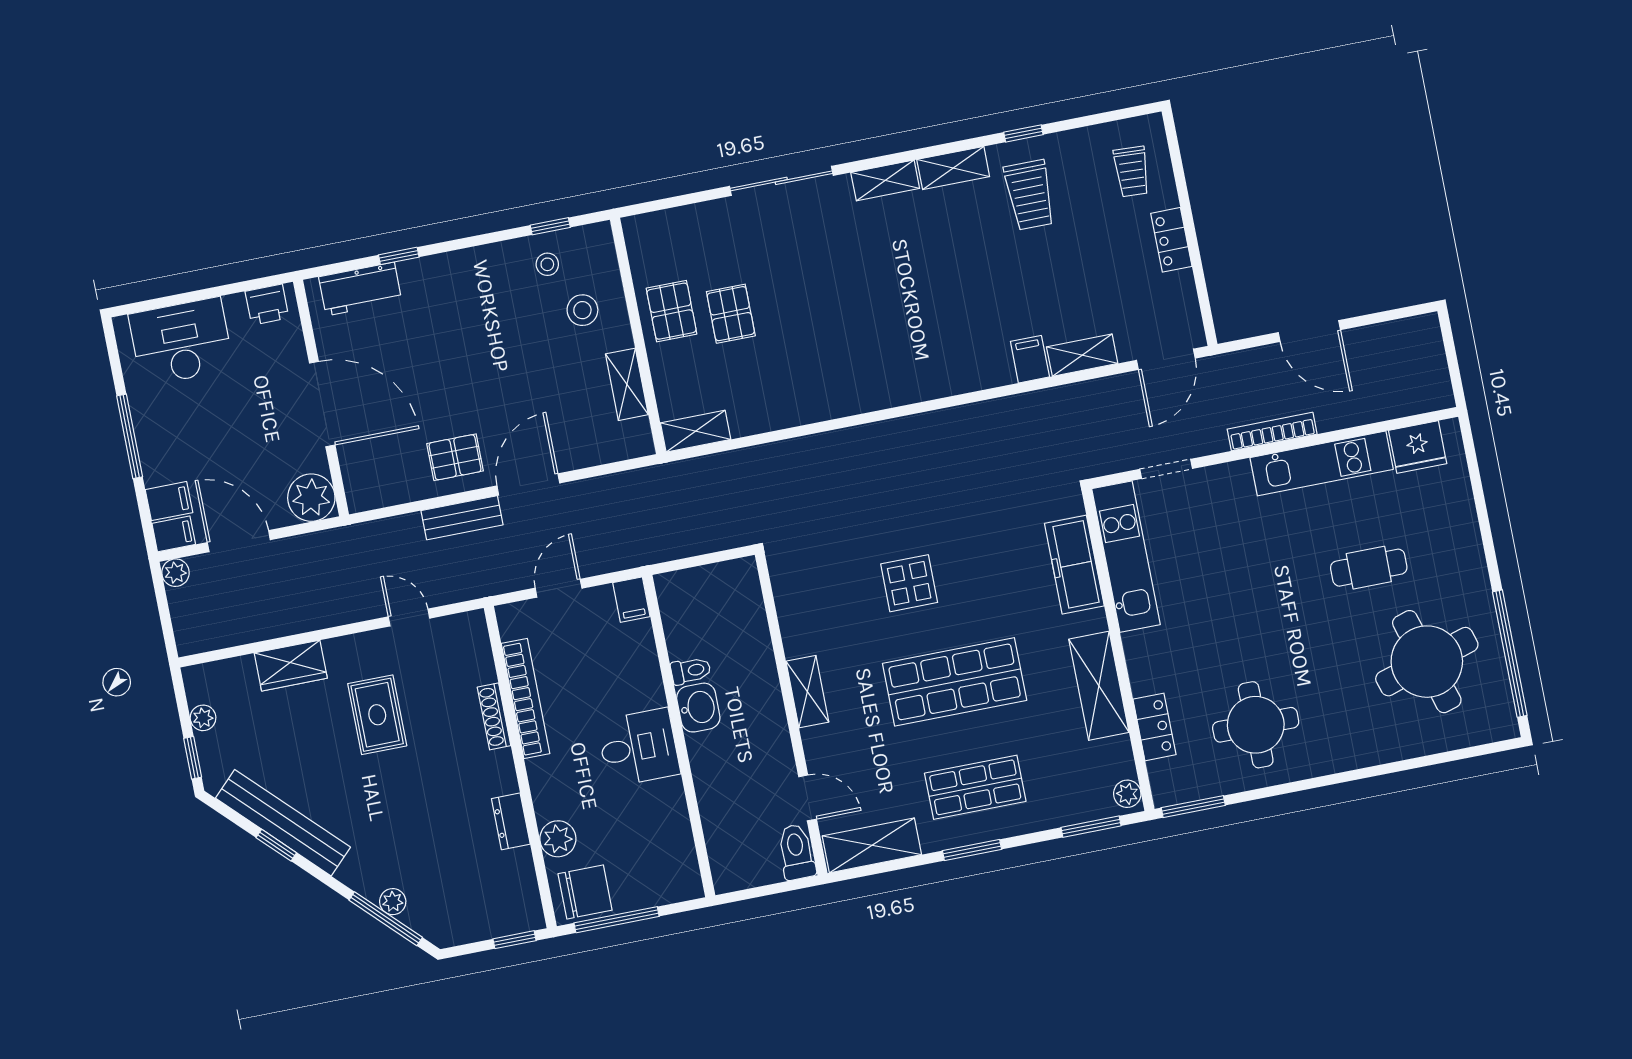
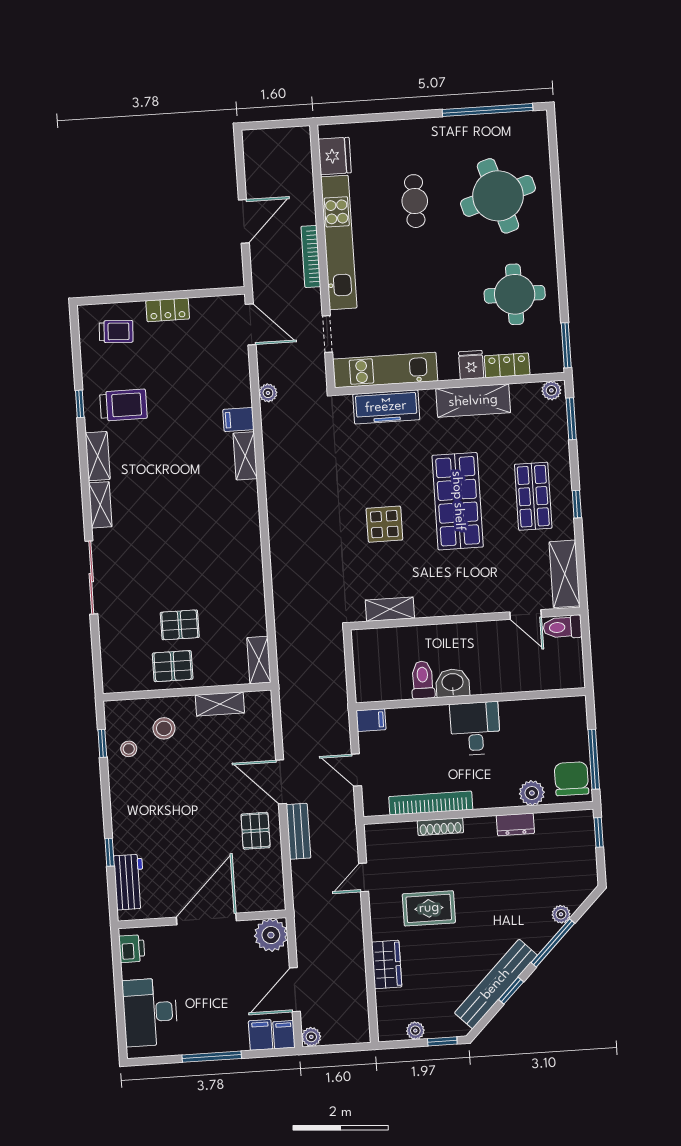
shelving: (1082, 355) -> (245, 456), moved
plant: (1073, 396) -> (268, 393), added
kitchen unit: (1322, 463) -> (339, 242), width x1.36
round table: (1427, 662) -> (498, 196), moved
toilet: (691, 671) -> (423, 680), width x1.37, depth x1.39
fridge: (1149, 676) -> (471, 365), added
shelving: (807, 692) -> (390, 609), moved
door: (808, 798) -> (526, 615), swing flipped
window: (972, 850) -> (577, 504), width x0.67
window: (386, 919) -> (553, 943), moved

